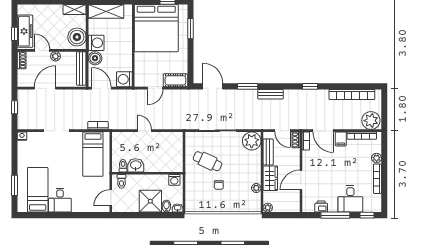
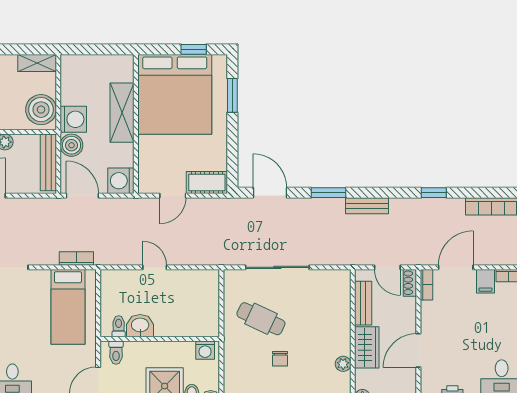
shelving: (106, 11) -> (122, 113), moved, turned 90
door: (323, 131) -> (456, 267), swing flipped
plant: (252, 141) -> (335, 285), removed

